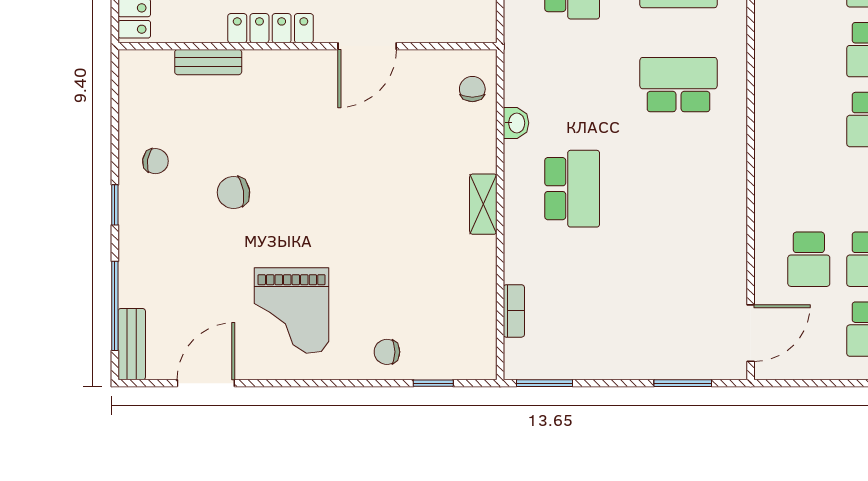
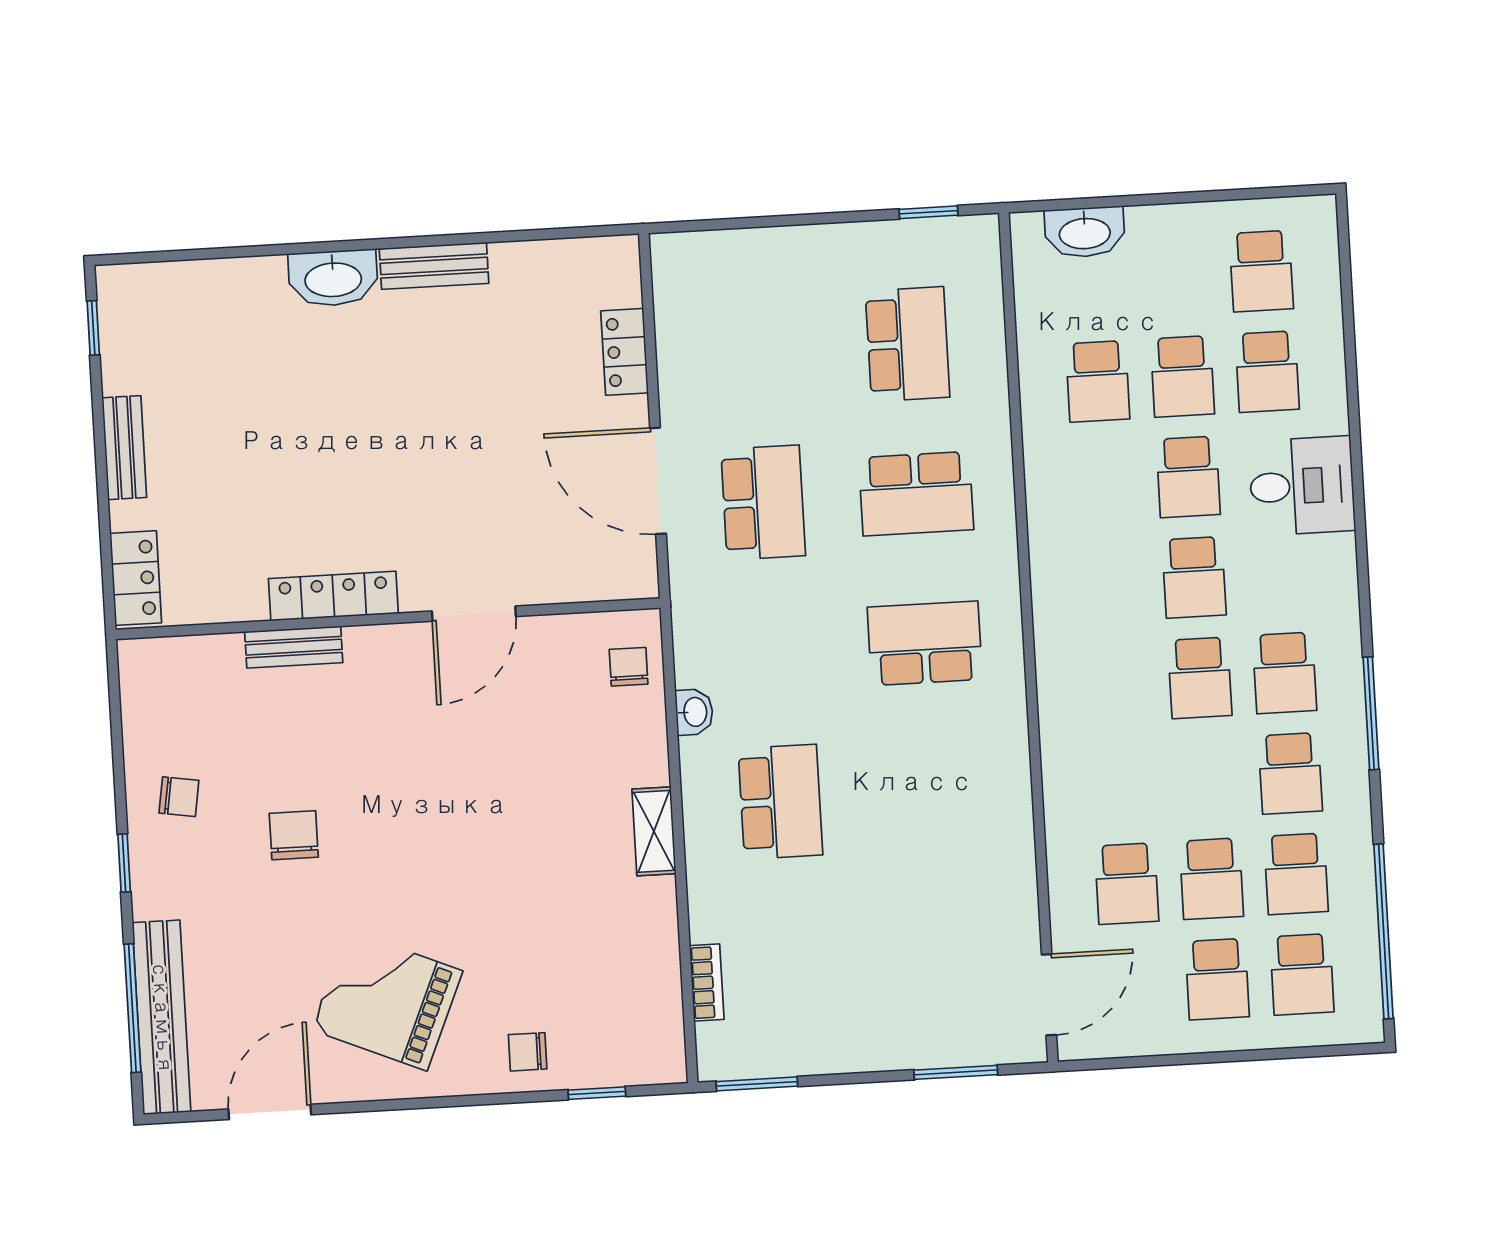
bench: (208, 62) -> (294, 647), moved
chair: (234, 192) -> (294, 835), turned 99
grand piano: (292, 311) -> (387, 1000), turned 113
bench: (132, 344) -> (162, 1017), width x1.86, depth x1.21

